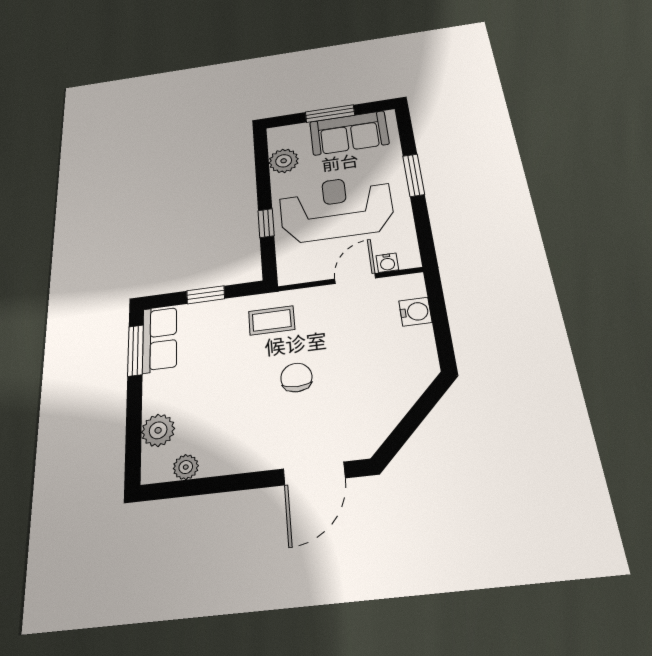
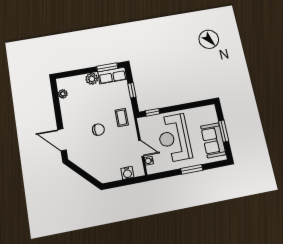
plant: (284, 161) -> (197, 114), removed
reception desk: (336, 208) -> (174, 138), turned 180
window: (266, 223) -> (153, 112), moved
plant: (158, 430) -> (92, 79), moved

